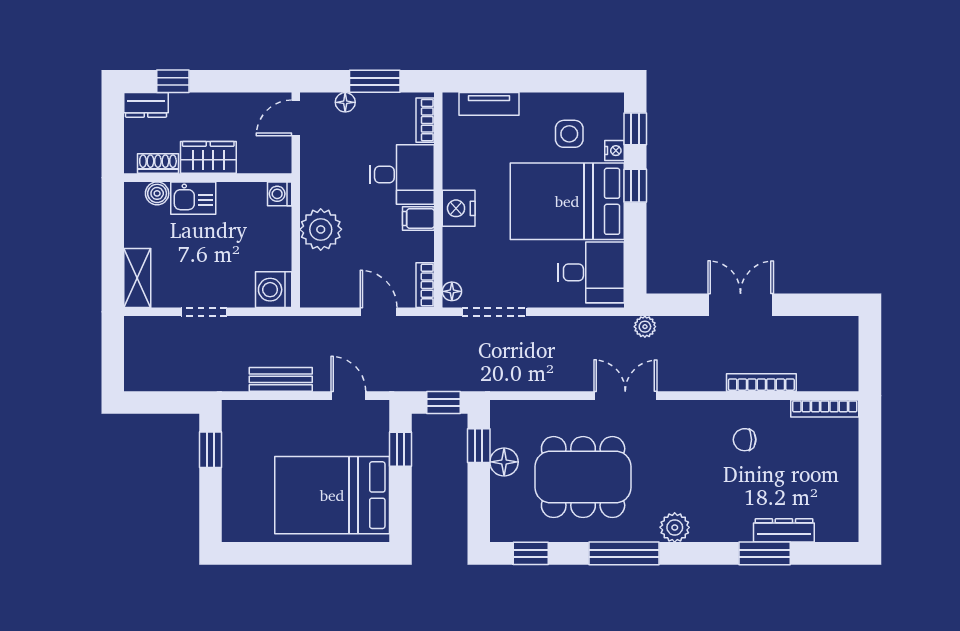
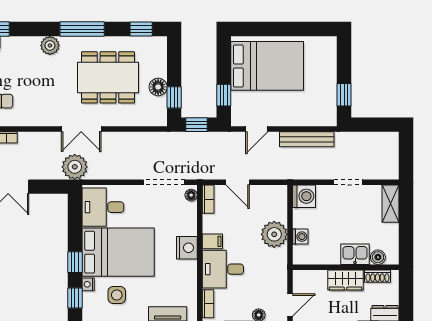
washing machine: (280, 194) -> (300, 237), moved
plant: (645, 327) -> (75, 167), width x1.87, depth x1.87
bench: (281, 379) -> (307, 139), width x1.36
door: (348, 396) -> (257, 129), hinge flipped

